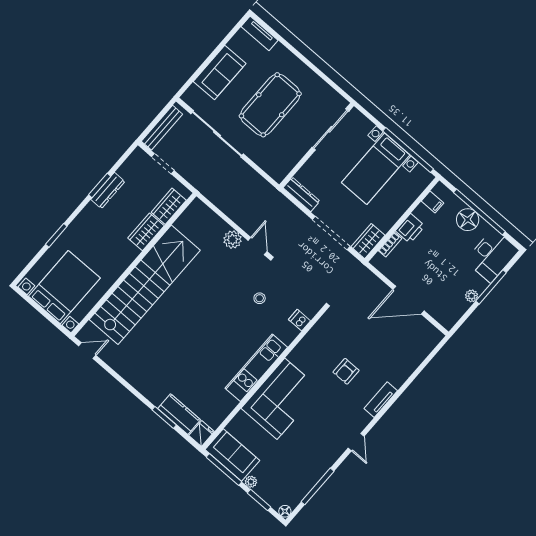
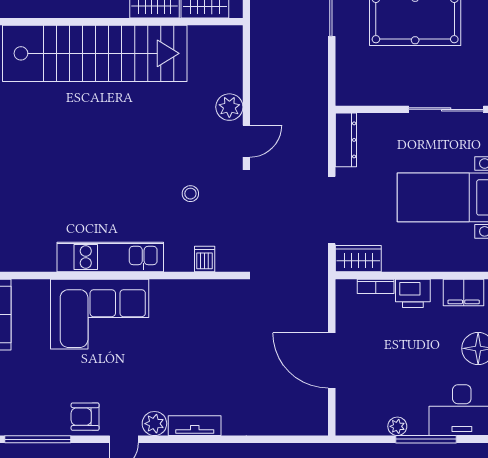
filing cabinet: (432, 202) -> (464, 292), width x2.00
armchair: (346, 371) -> (85, 417), moved
plant: (362, 419) -> (154, 424), added

